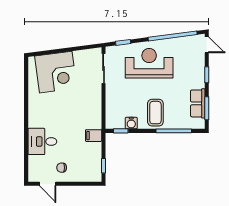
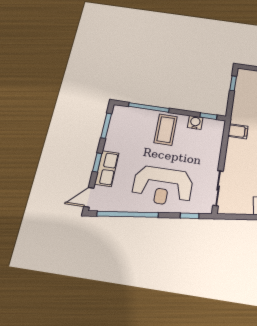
door: (207, 45) -> (89, 197), hinge flipped
row of seats: (198, 103) -> (107, 168), moved
filing cabinet: (94, 136) -> (238, 131), moved

